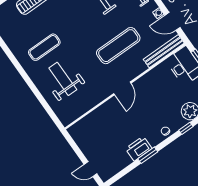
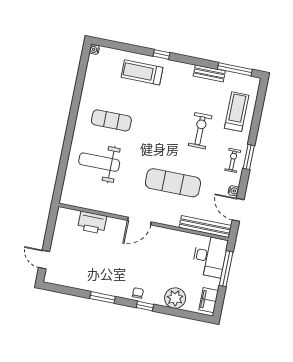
weight bench: (63, 79) -> (99, 162), turned -90
window: (186, 128) -> (145, 306), moved
printer: (139, 149) -> (92, 222), moved, turned 180

